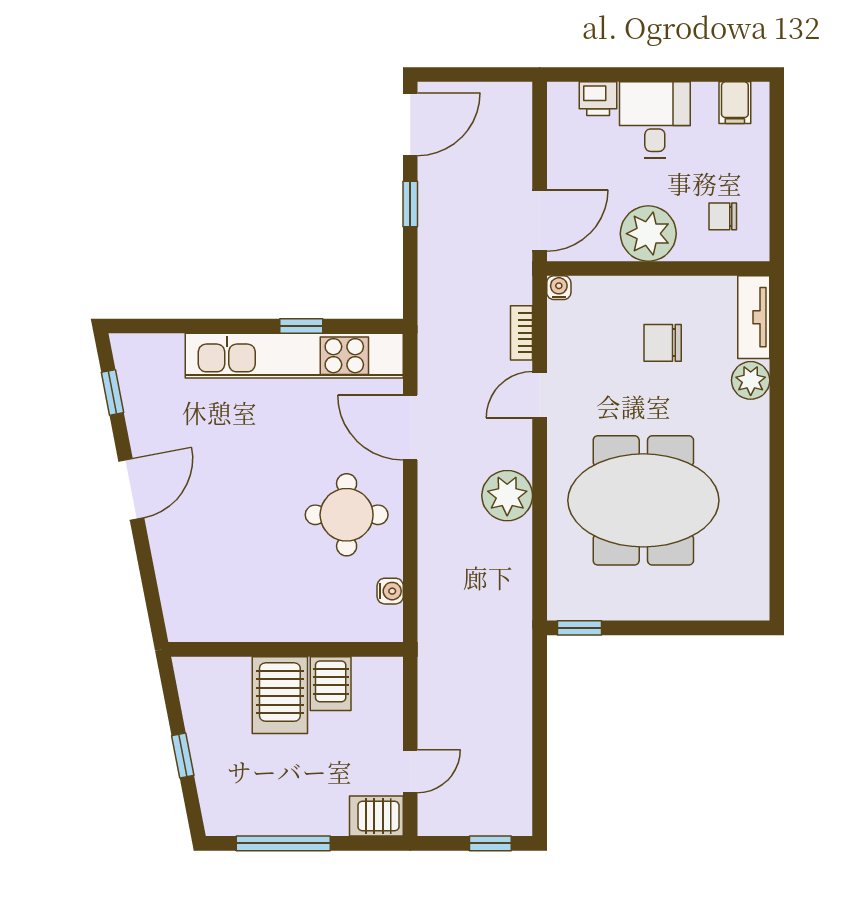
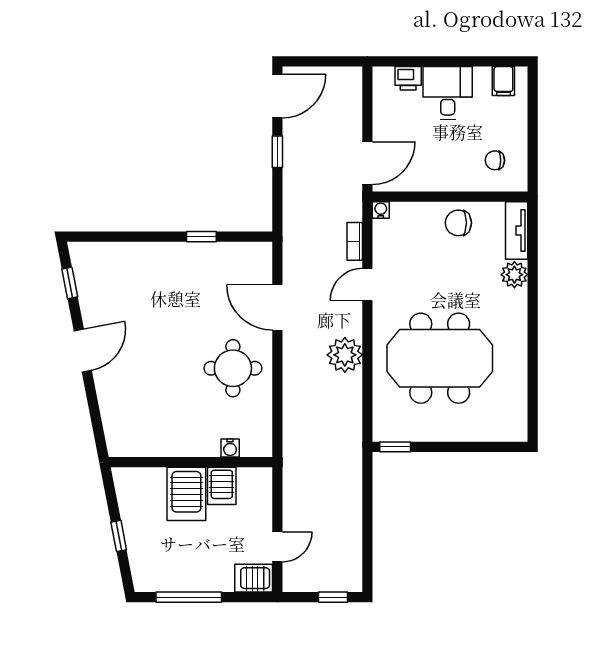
plant: (648, 234) -> (443, 172), removed
chair: (663, 343) -> (458, 223), moved
kitchen unit: (294, 356) -> (196, 257), removed
water cooler: (390, 591) -> (230, 448), moved, turned 90

